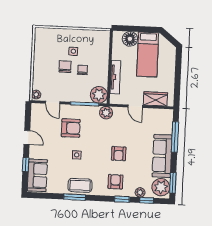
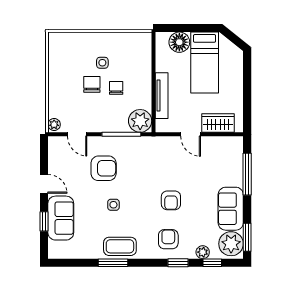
plant: (106, 113) -> (151, 145), removed
sofa: (162, 156) -> (231, 209), width x0.73
sofa: (37, 175) -> (61, 218), moved

